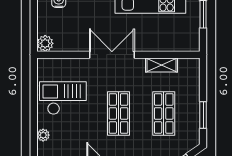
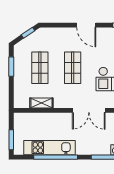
double door: (112, 55) -> (89, 110), moved

